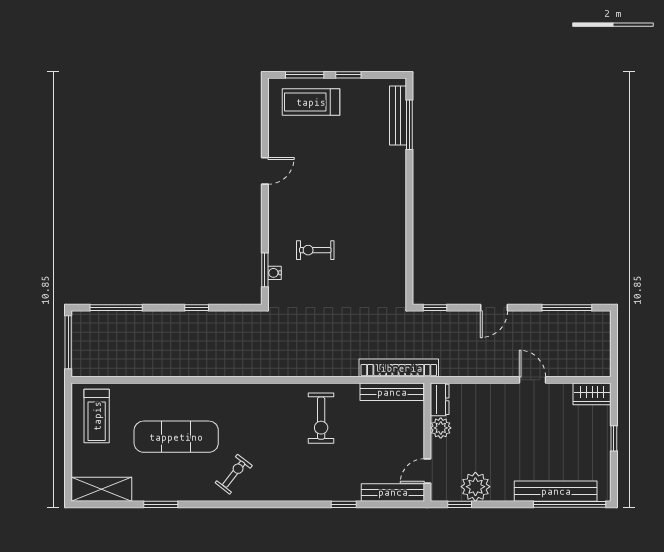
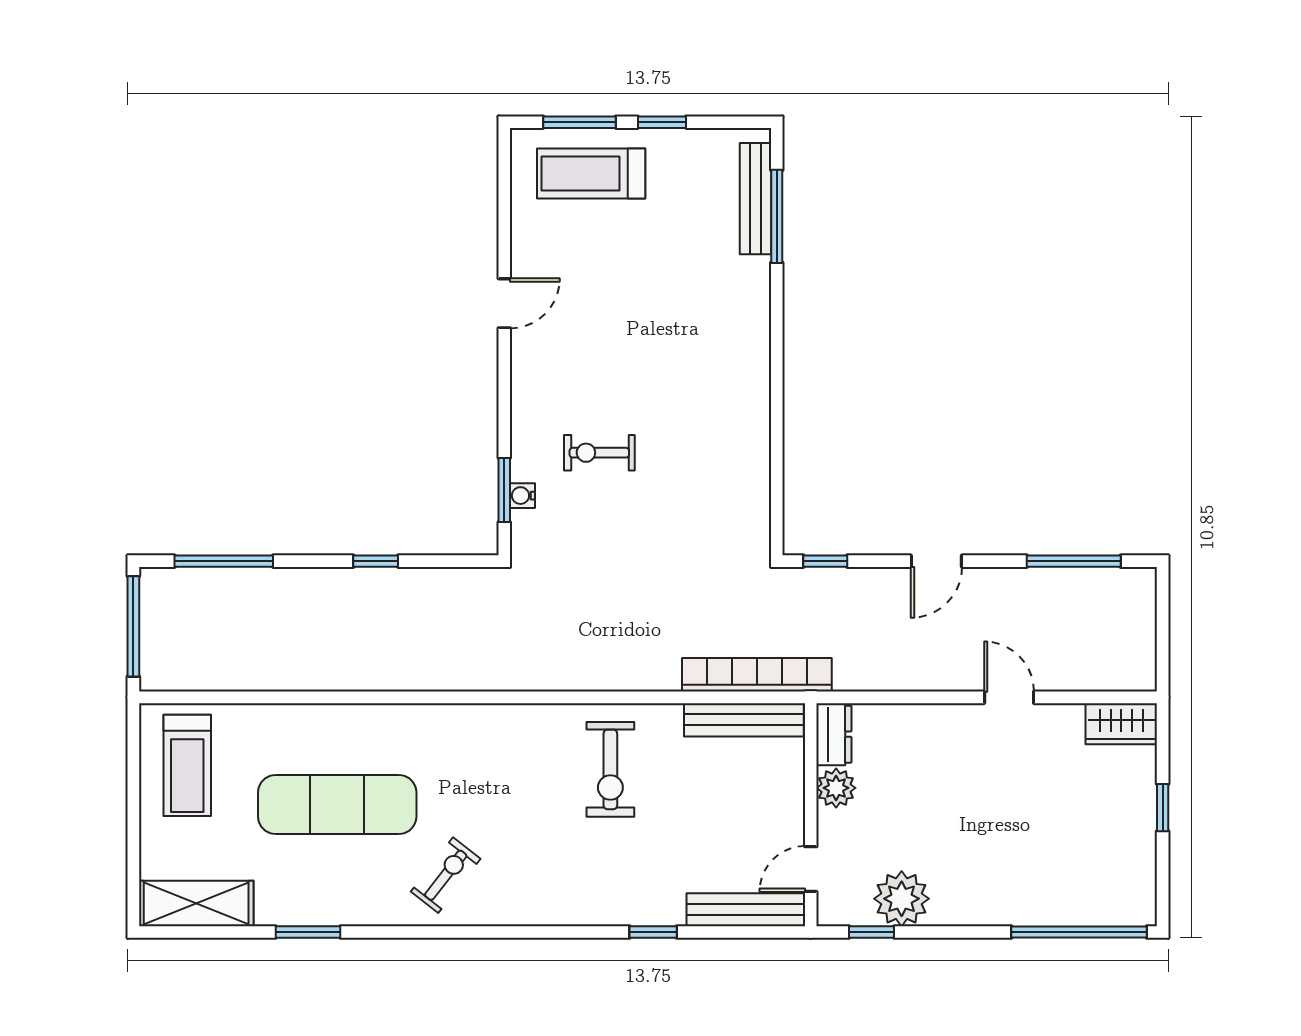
bench: (556, 491) -> (1053, 907), removed

